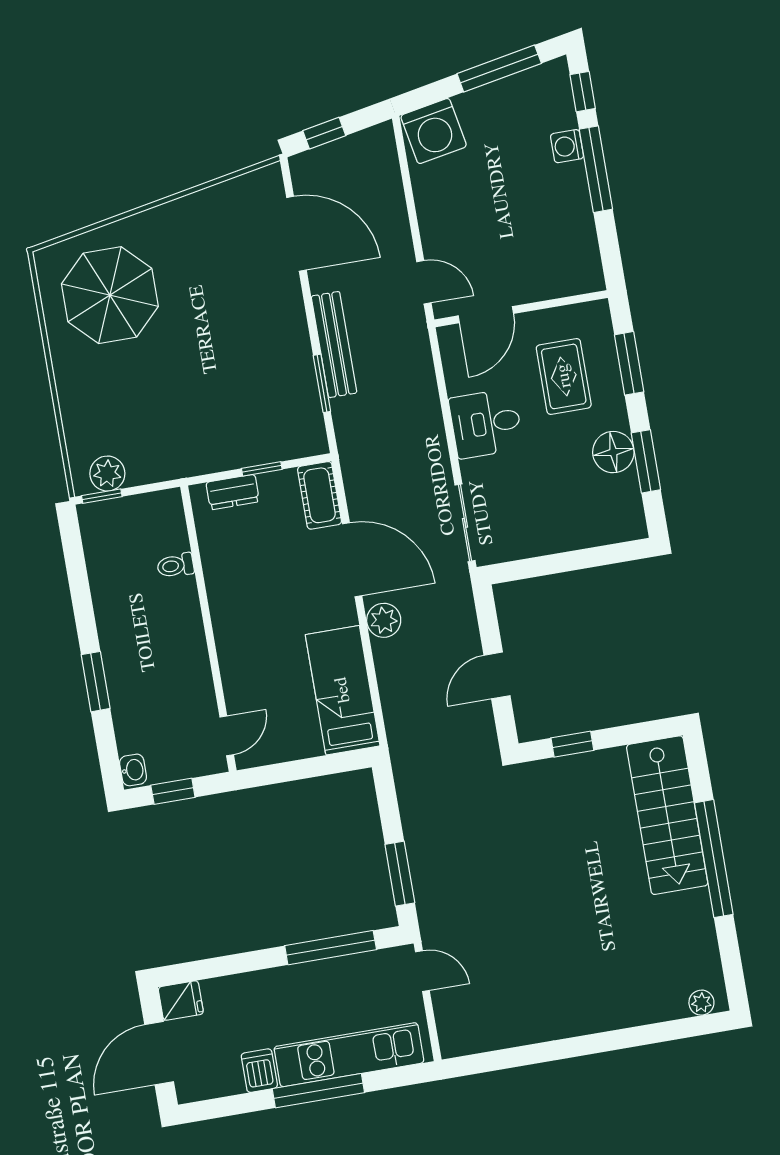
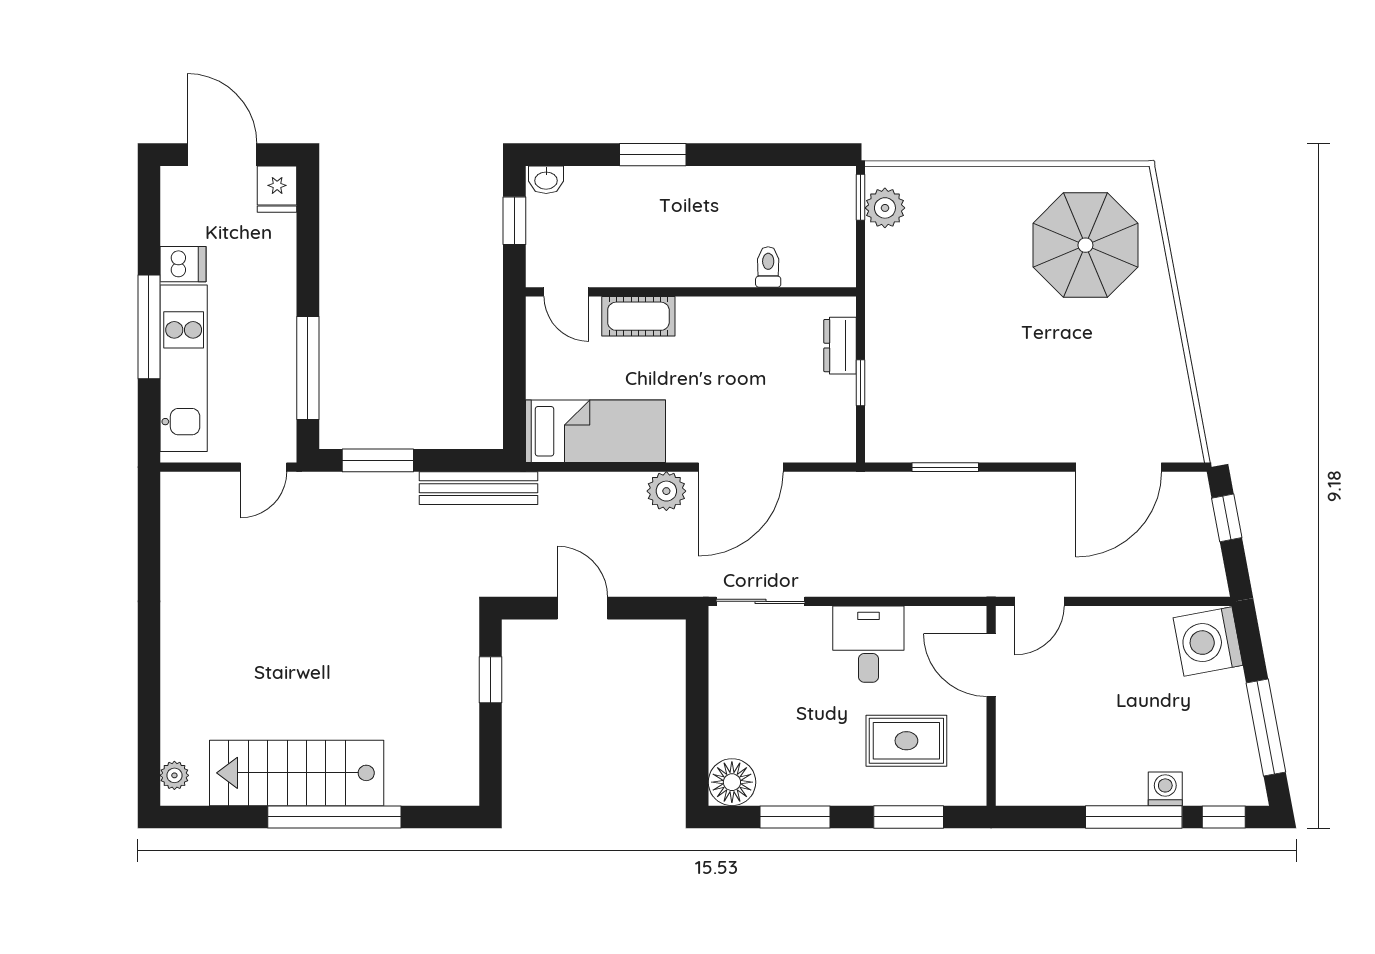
bench: (334, 345) -> (478, 488), moved
floor lamp: (613, 452) -> (732, 782), moved
cot: (320, 495) -> (638, 316), moved
stairs: (667, 815) -> (297, 773), moved

